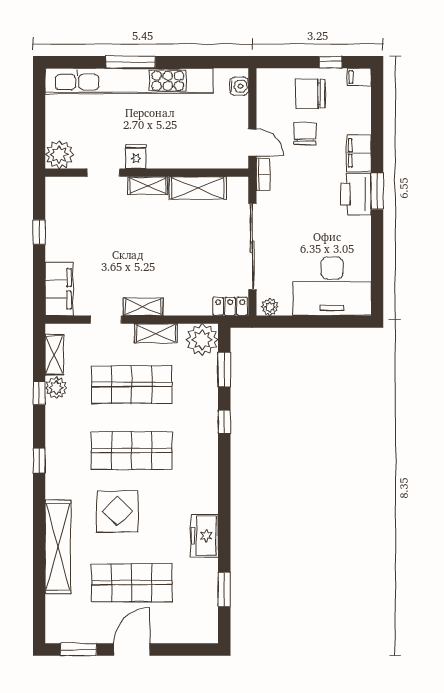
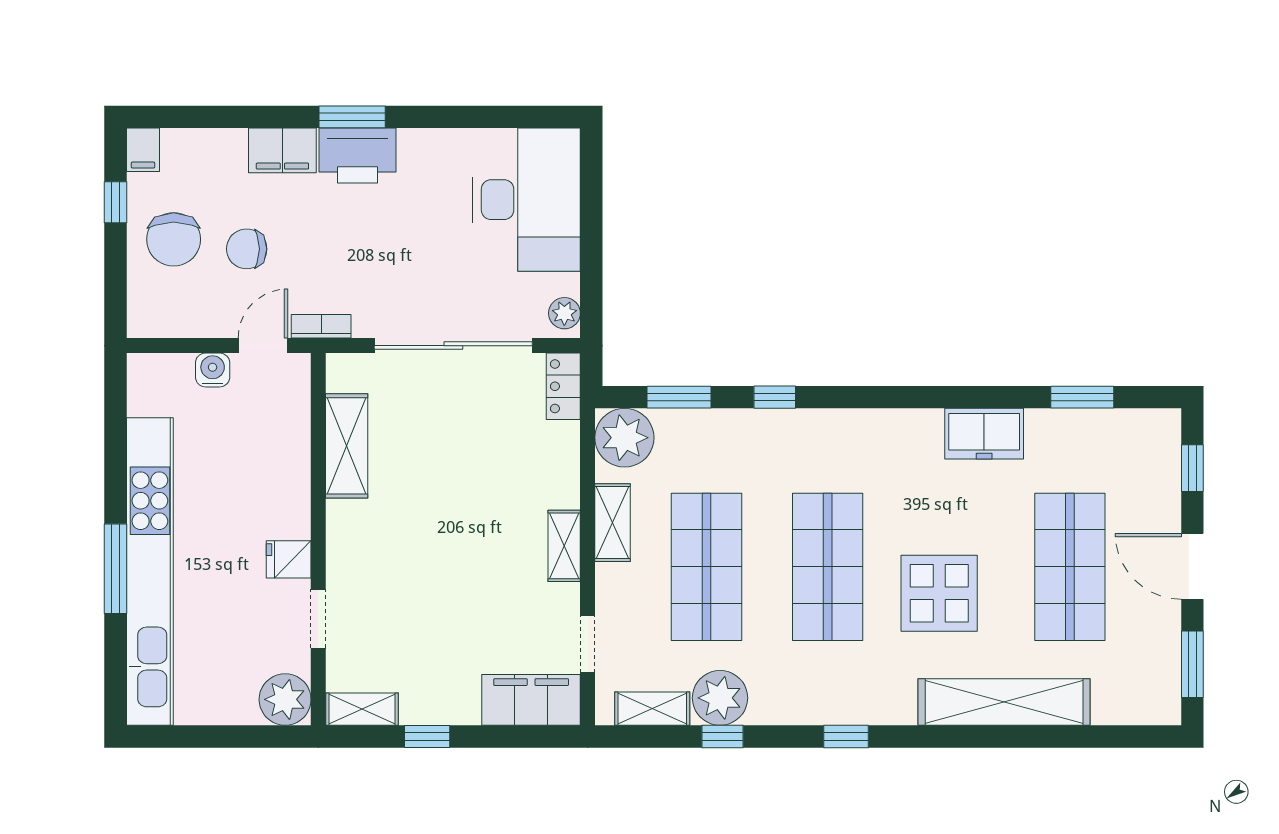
water cooler: (239, 86) -> (213, 370), moved
shelving: (148, 186) -> (362, 709), moved, turned 90
doorway: (106, 320) -> (588, 644), moved
plant: (56, 388) -> (720, 698), width x1.36, depth x1.36
window: (185, 649) -> (1192, 468), added

